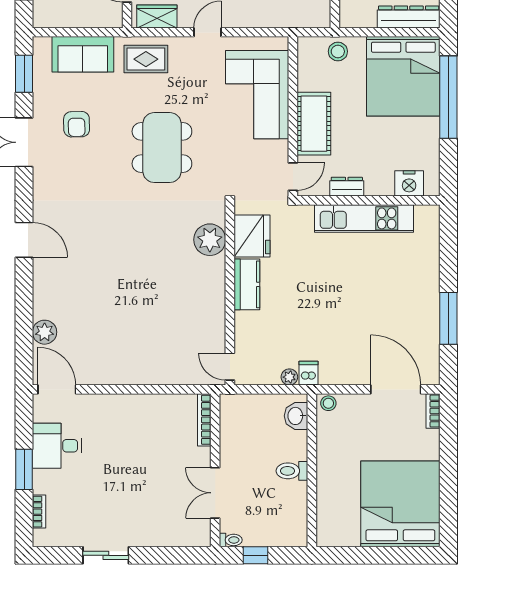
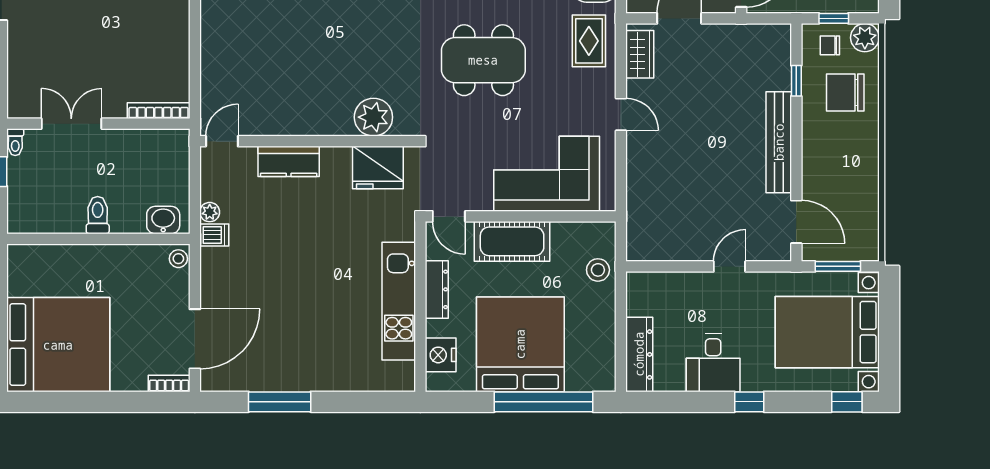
bed: (403, 76) -> (520, 344), moved, turned 90
dresser: (347, 187) -> (437, 289), width x1.44
kitchen counter: (247, 284) -> (289, 161), moved

